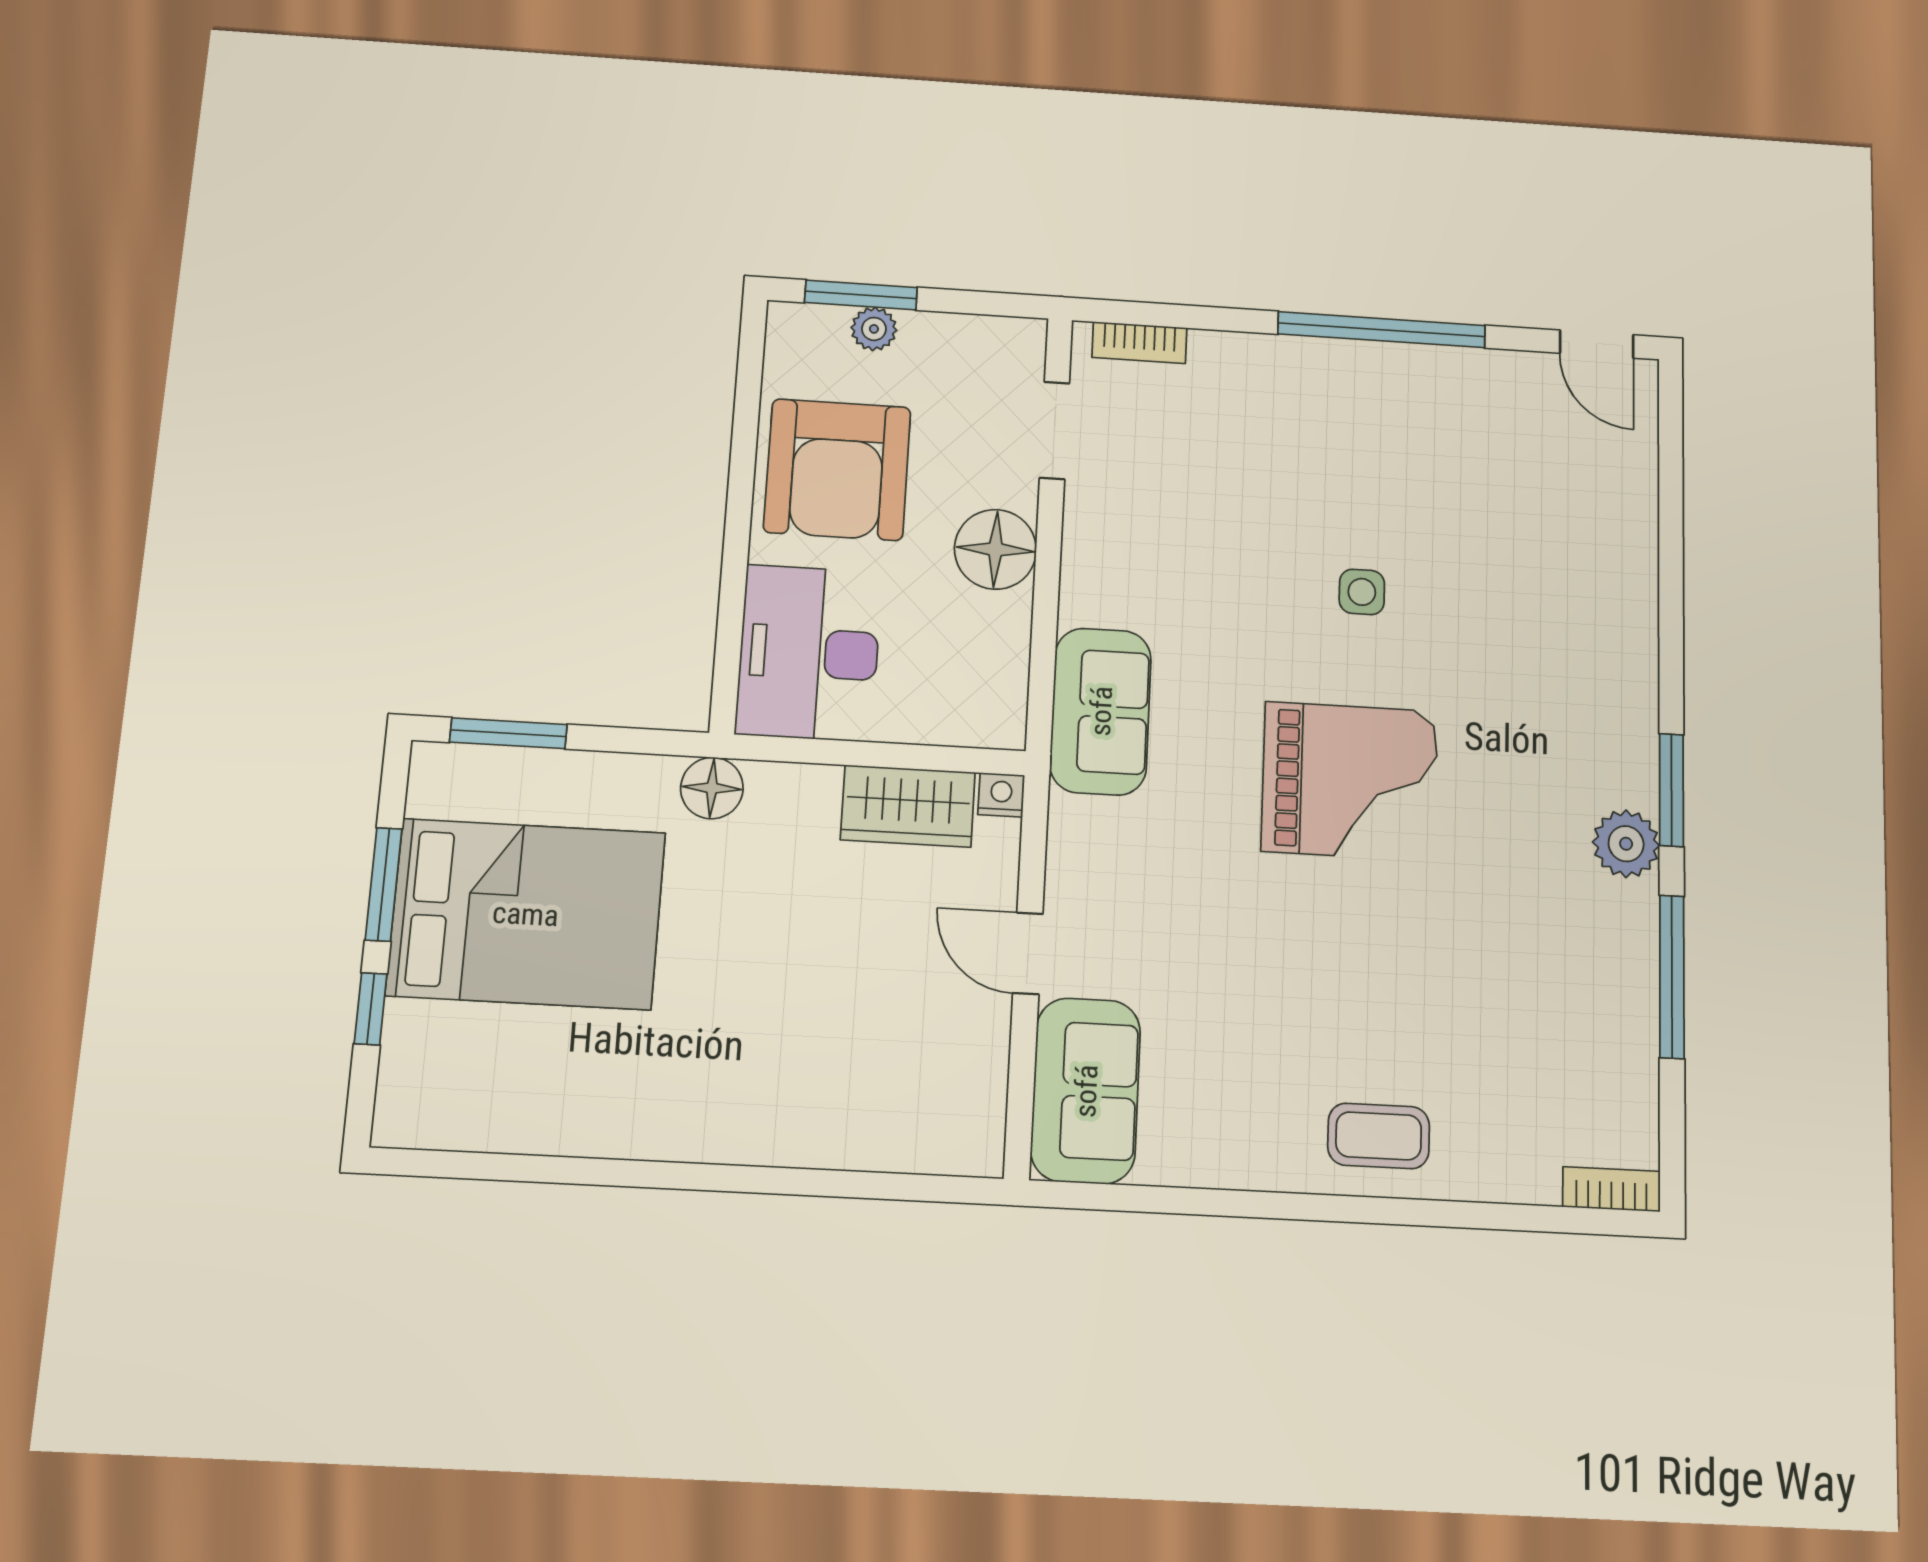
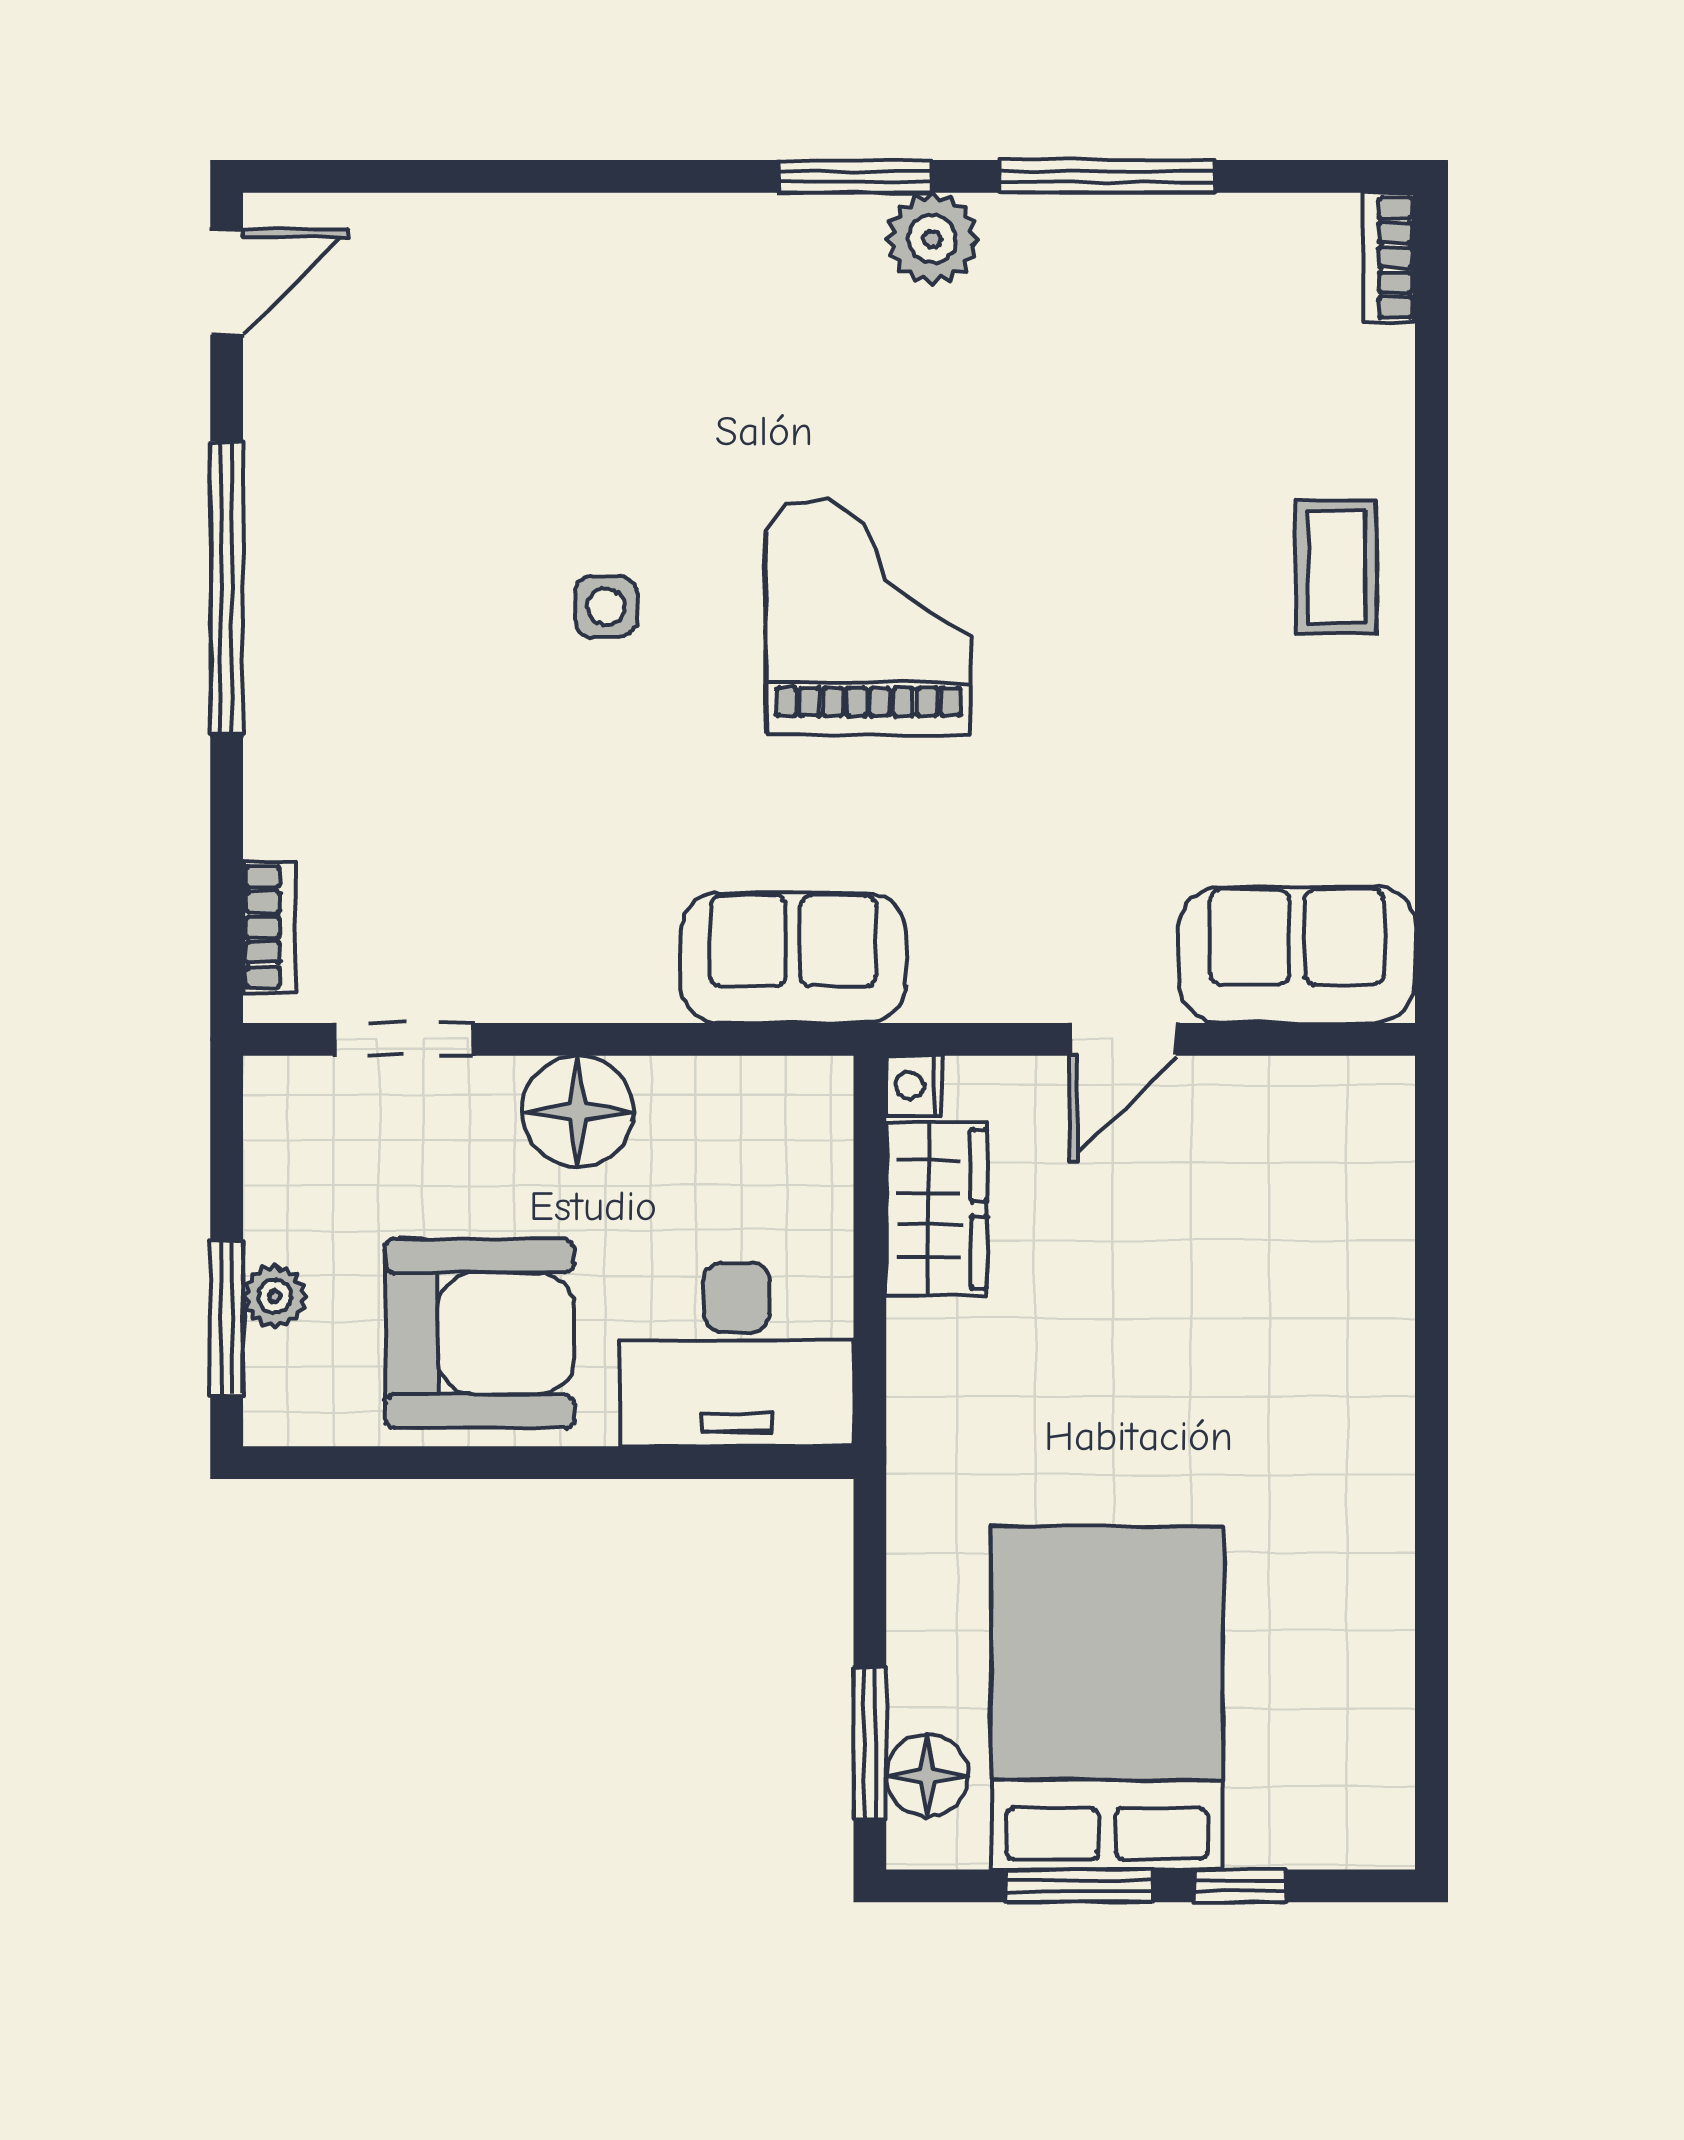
floor lamp: (712, 788) -> (927, 1776), moved

